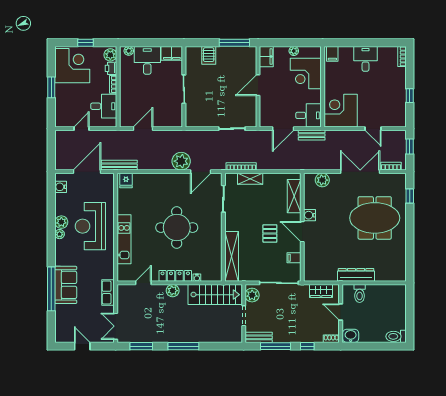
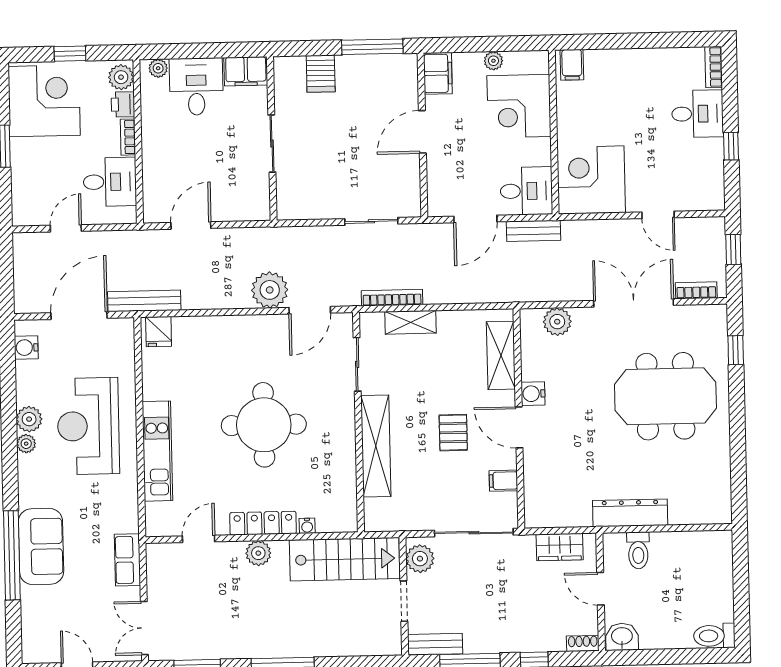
desk: (365, 59) -> (698, 114), moved, turned 90
shelving: (232, 256) -> (376, 446), moved

